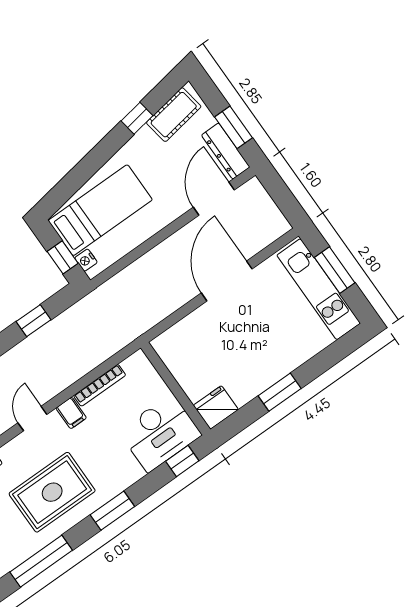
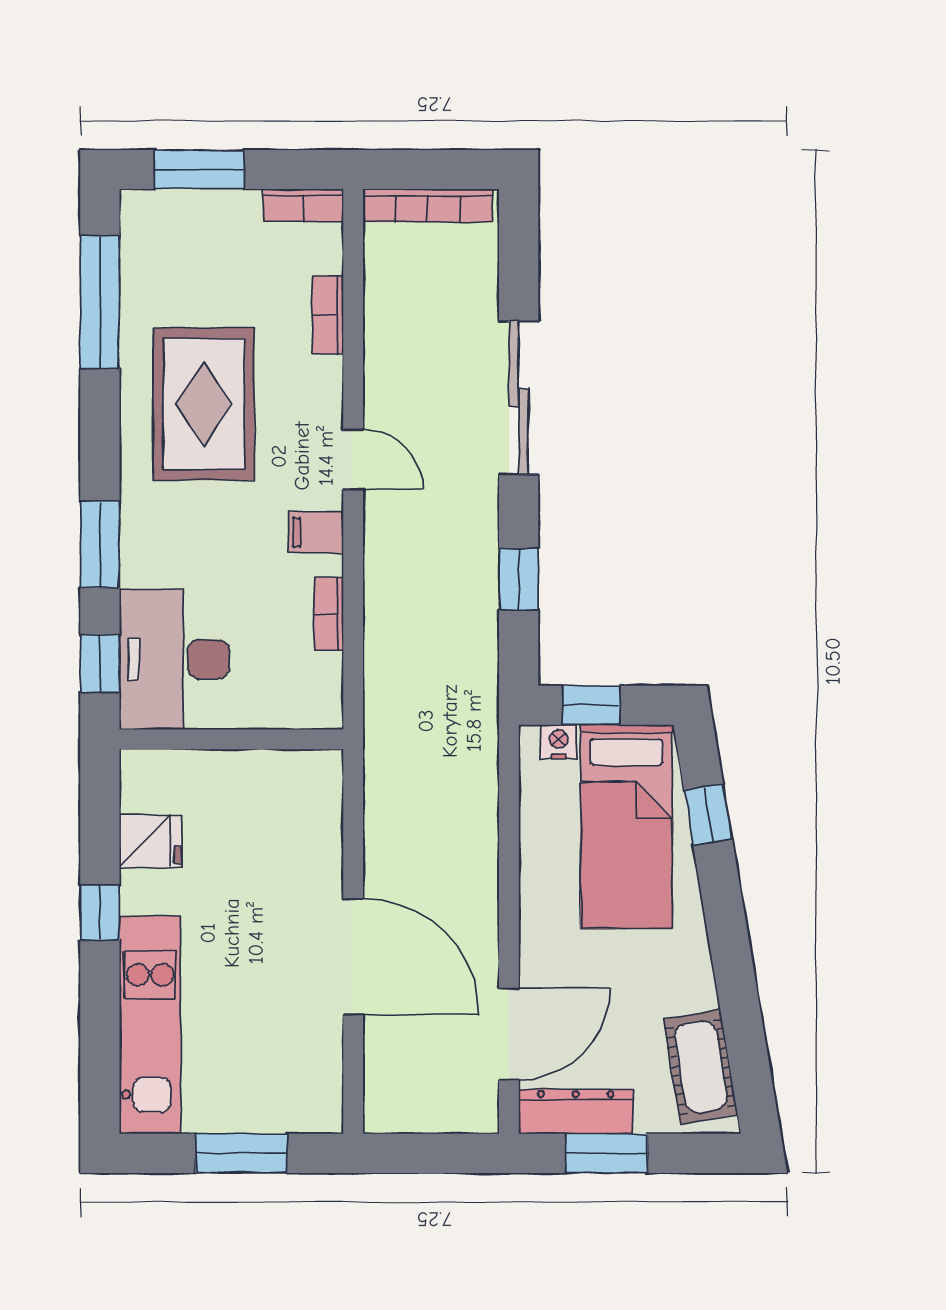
window: (137, 118) -> (708, 814), moved
door: (214, 199) -> (509, 1034), hinge flipped
kitchen unit: (319, 289) -> (150, 1025), moved, turned 90
bookcase: (100, 385) -> (329, 614), width x0.64
window: (280, 392) -> (100, 913), width x0.67
fridge: (216, 407) -> (151, 841), moved, width x0.72
window: (112, 511) -> (100, 544), moved

